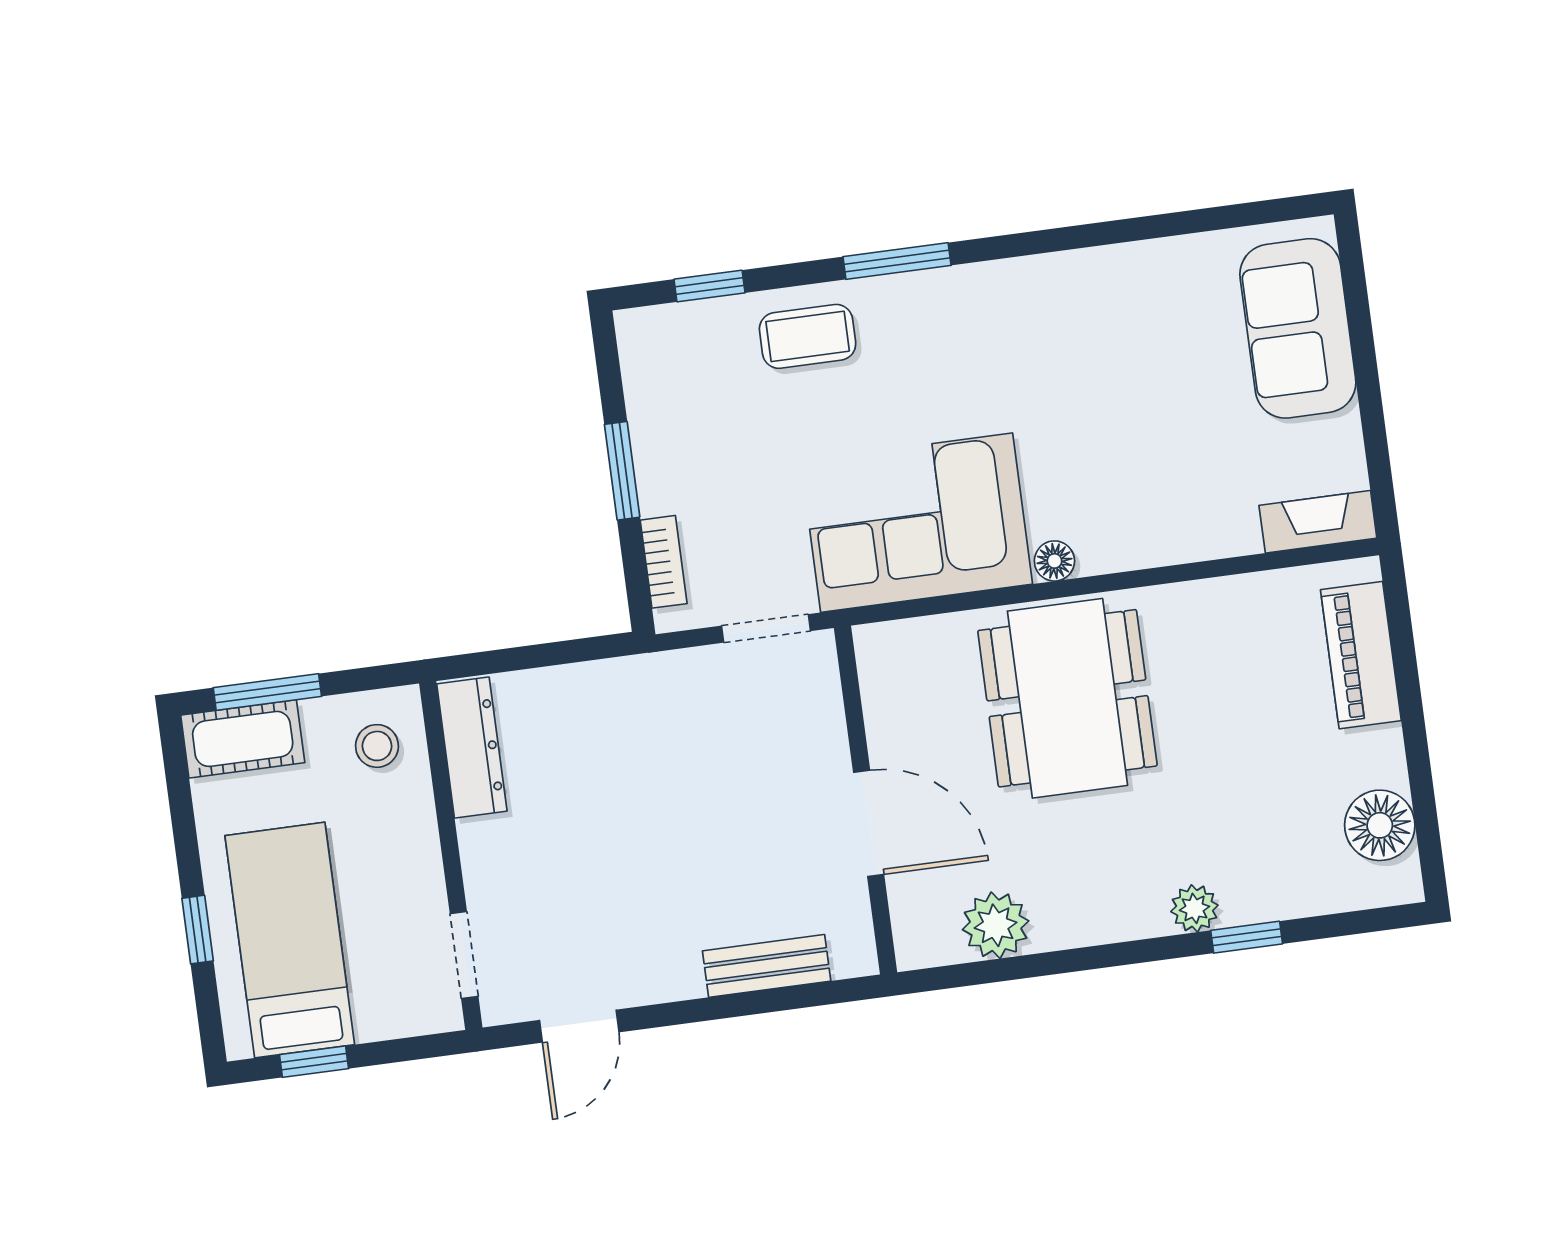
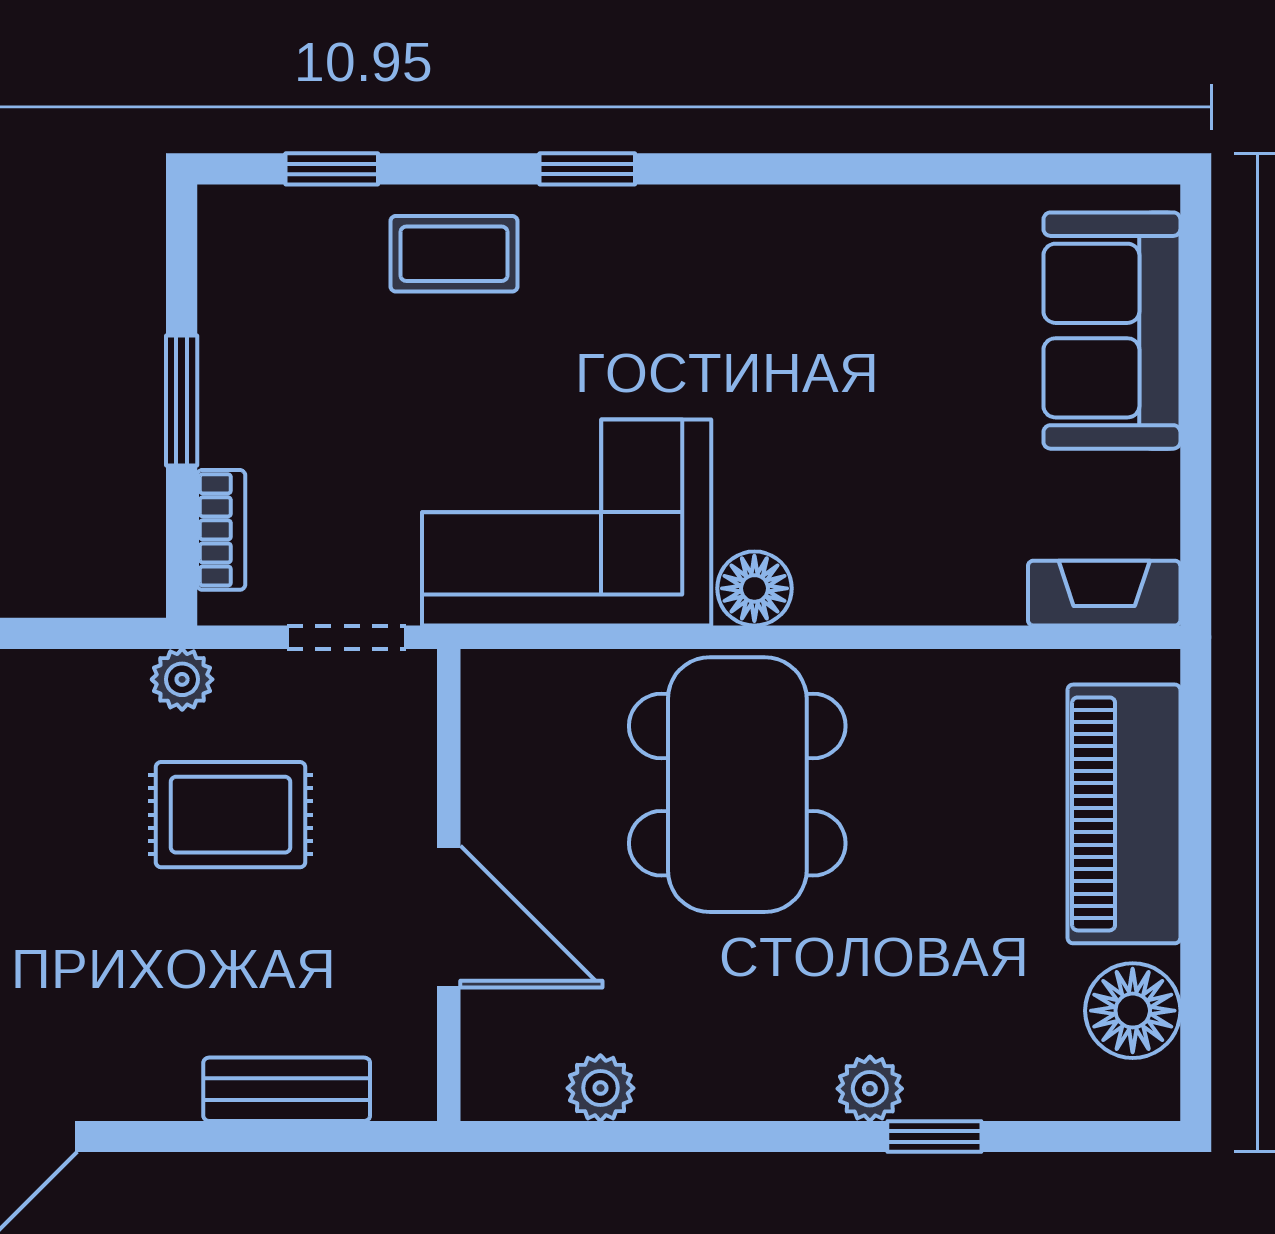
window: (897, 261) -> (587, 169), width x0.67
floor lamp: (1054, 561) -> (754, 588), width x1.37, depth x1.37
piano: (1361, 655) -> (1124, 814), width x1.37, depth x1.33
plant: (650, 675) -> (182, 679), added
rug: (698, 770) -> (231, 815), added
plant: (996, 925) -> (600, 1088), width x0.73, depth x0.73

